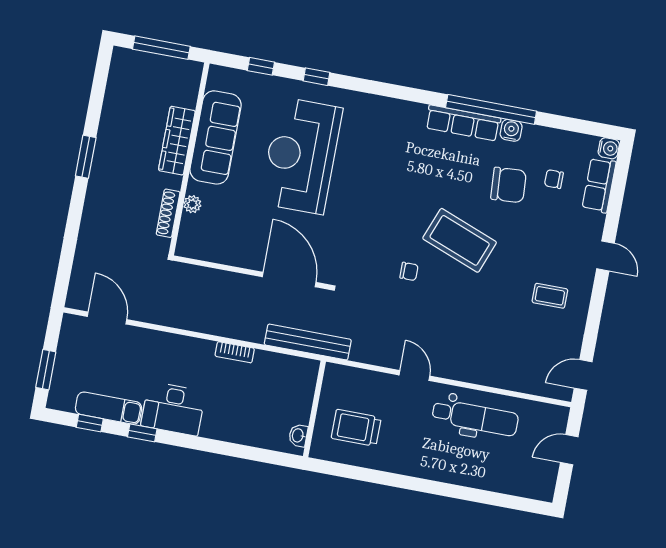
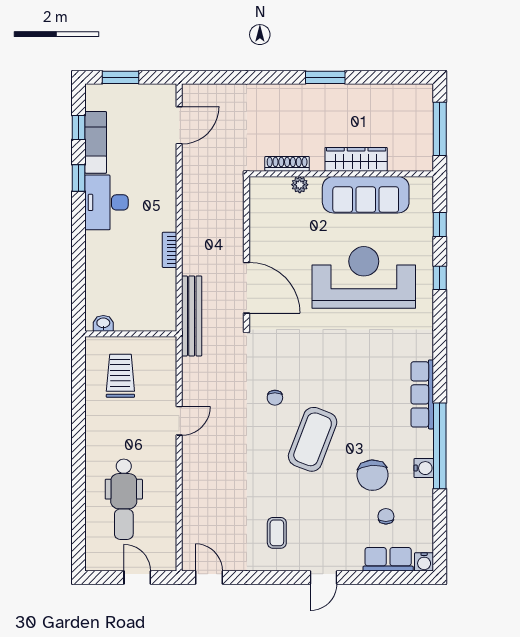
row of seats: (463, 123) -> (422, 394), moved
door: (289, 280) -> (247, 288), hinge flipped
dental chair: (475, 418) -> (124, 499), moved

